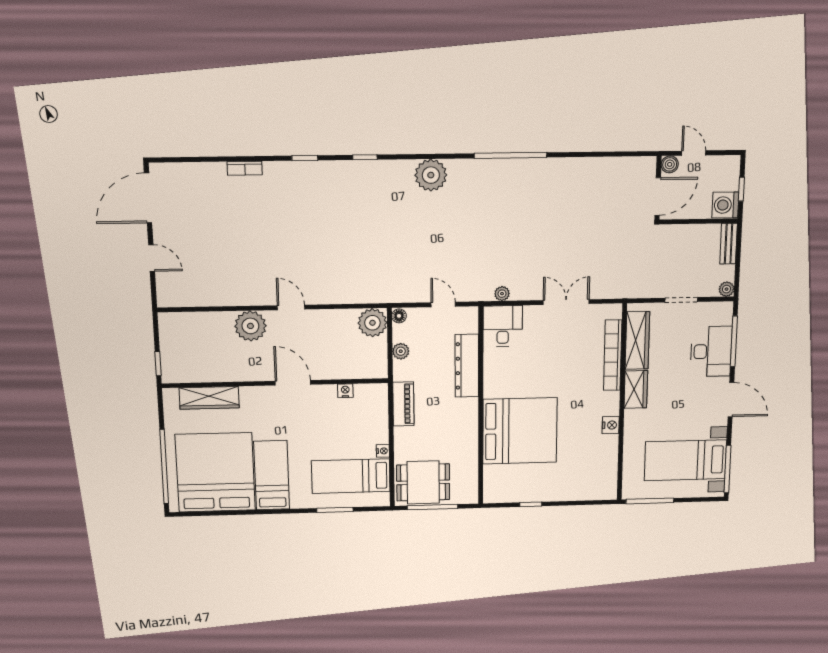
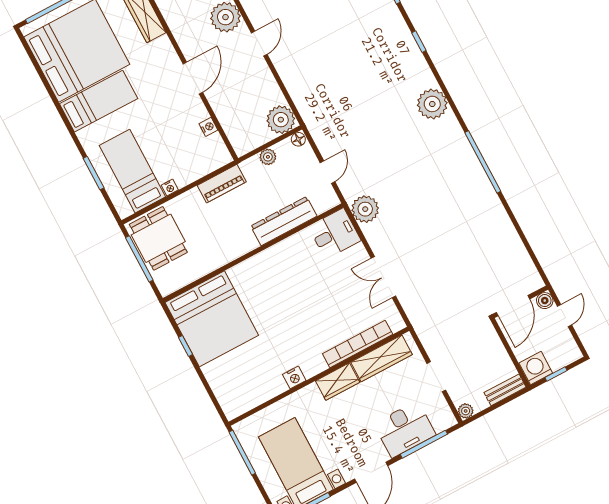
door: (658, 197) -> (513, 306), hinge flipped
plant: (502, 294) -> (365, 209), width x1.87, depth x1.87
double door: (566, 302) -> (383, 277), swing flipped
bed: (520, 431) -> (212, 319), moved

